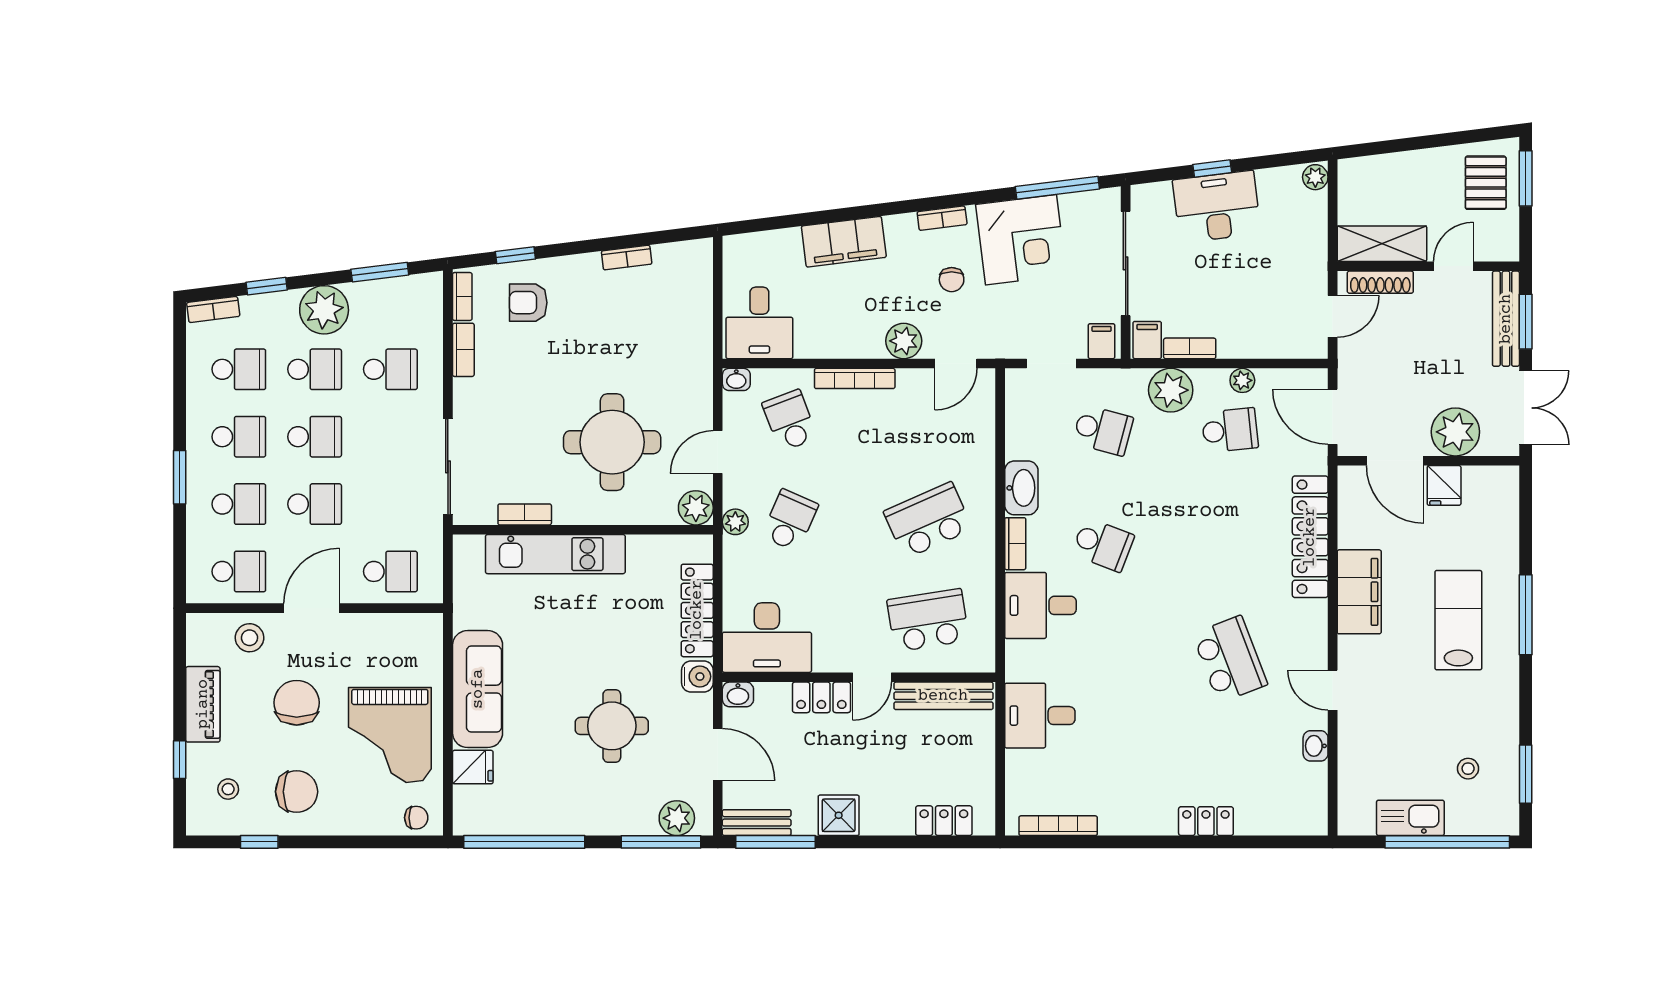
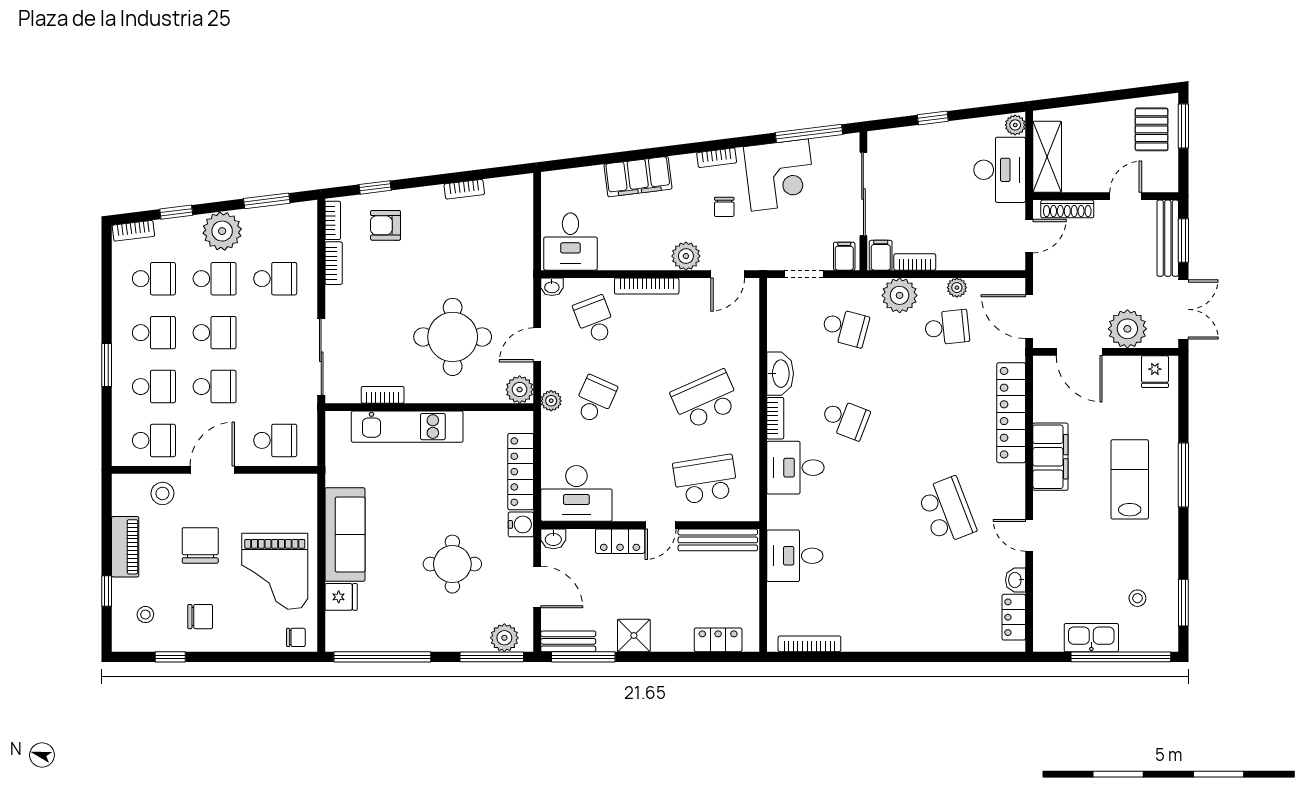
desk: (1217, 207) -> (1000, 170), moved, turned 97
shelving: (1382, 244) -> (1047, 157), moved, turned 90
fridge: (1444, 485) -> (1155, 372), moved
chair: (297, 792) -> (200, 617), width x0.73, depth x0.73
locker: (1206, 821) -> (1014, 617), moved, turned -90

